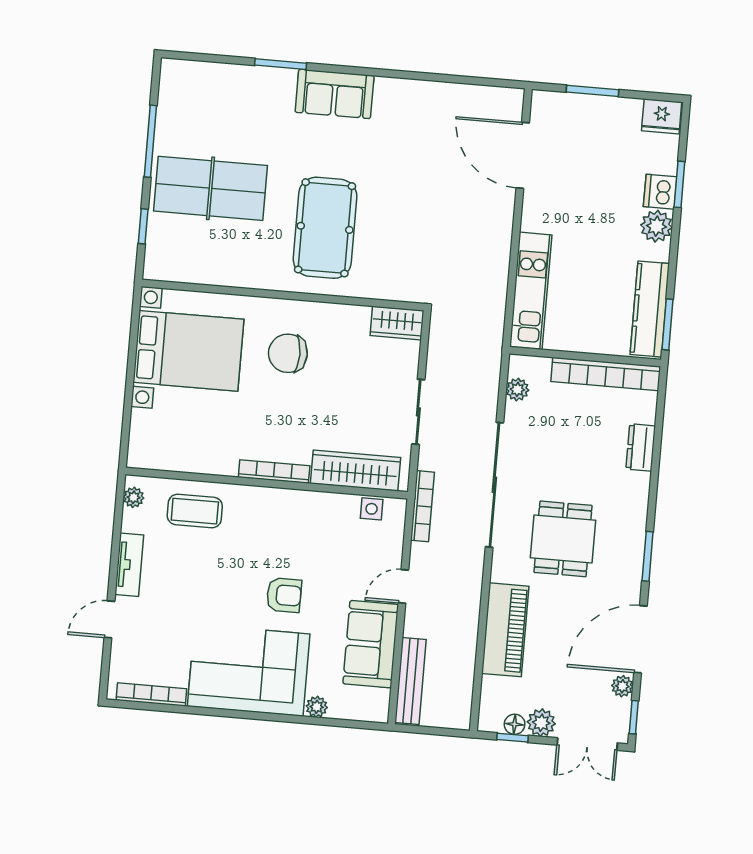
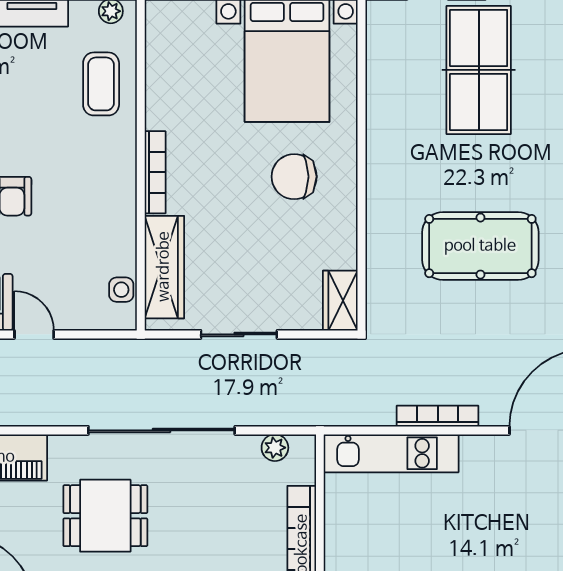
pool table: (325, 228) -> (480, 246), moved
chair: (288, 353) -> (294, 177), turned -90
bookcase: (423, 506) -> (438, 416), moved, turned 180

